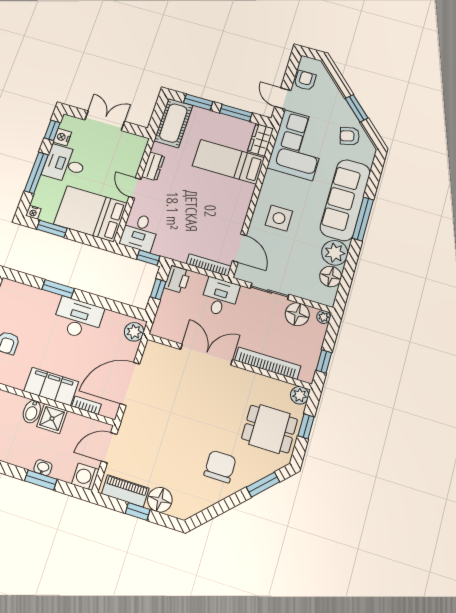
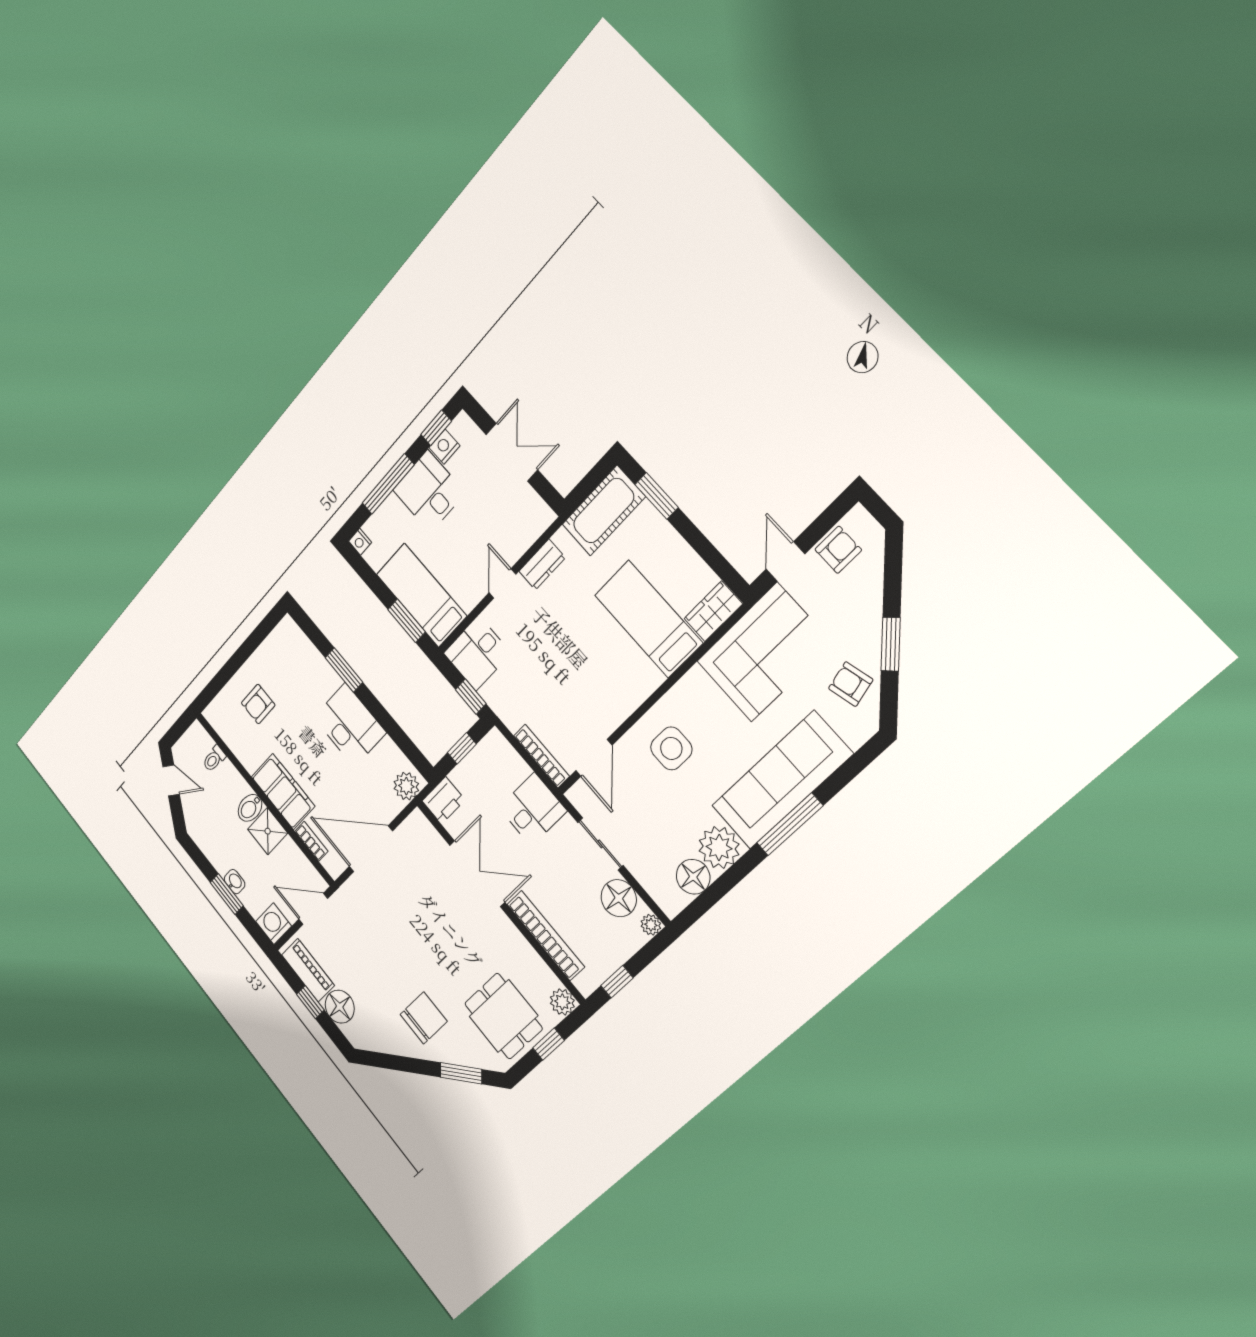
window: (236, 113) -> (702, 545), removed
bed: (90, 214) -> (421, 595), width x0.67
window: (52, 229) -> (407, 621), moved
printer: (177, 280) -> (444, 800), moved

